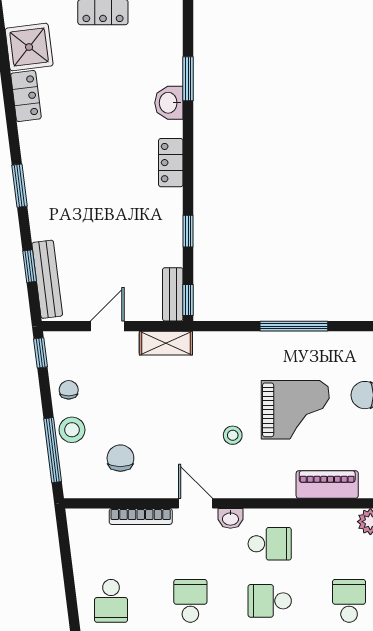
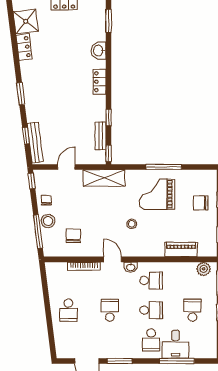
window: (188, 79) -> (109, 21), moved
bench: (173, 294) -> (101, 136), moved
shelving: (166, 343) -> (104, 178), width x1.50, depth x1.33
grand piano: (295, 410) -> (157, 194), moved, turned 180
school desk: (270, 601) -> (151, 310), turned 180

